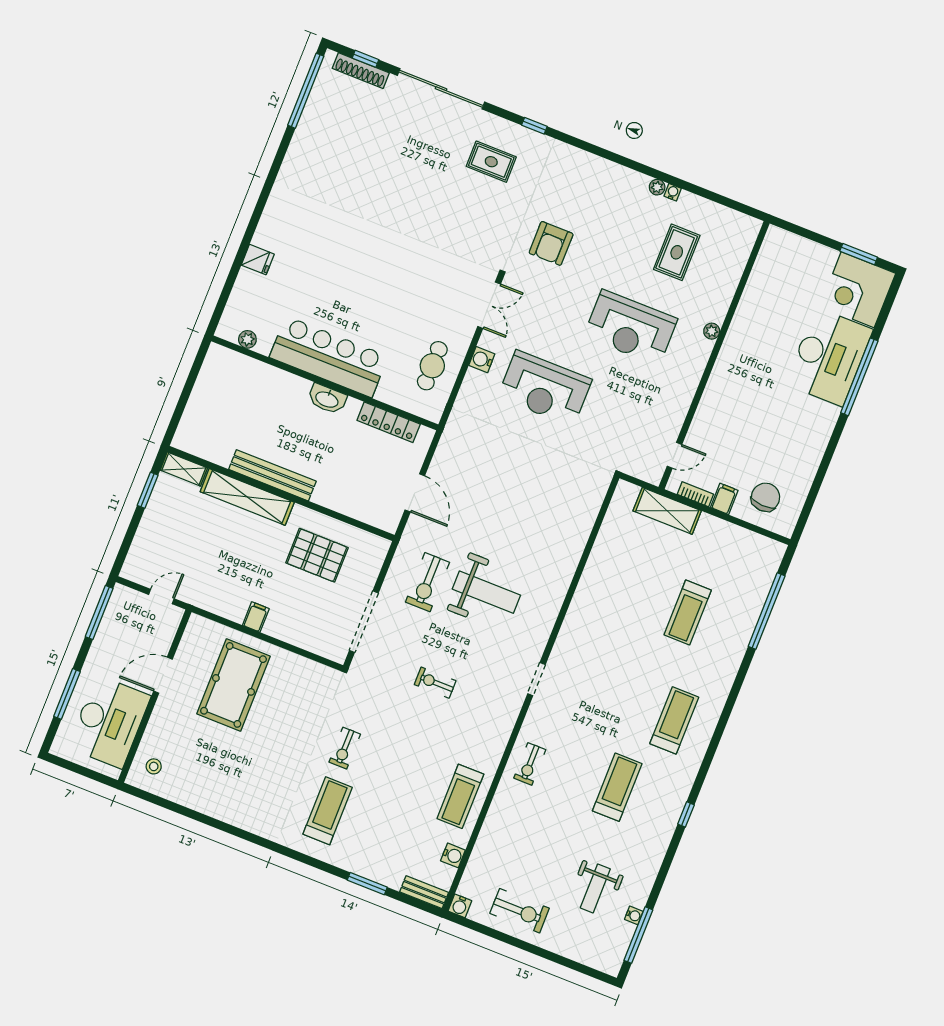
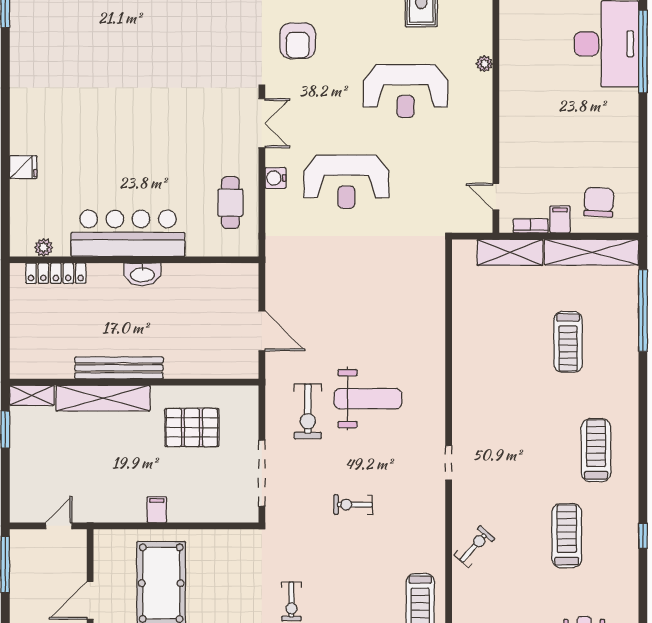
locker: (389, 422) -> (56, 273), moved
door: (674, 455) -> (496, 197), swing flipped
shelving: (741, 540) -> (591, 252), added
exercise bike: (530, 764) -> (474, 546), turned -138

